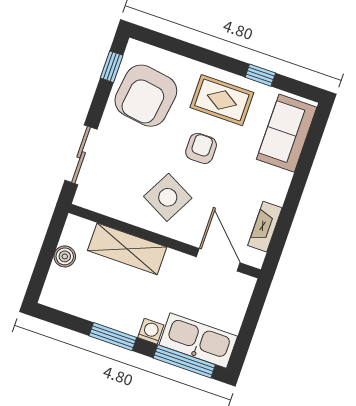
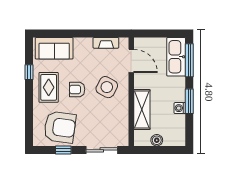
window: (112, 67) -> (63, 150), moved
side table: (168, 197) -> (107, 87), moved
door: (218, 260) -> (131, 61), swing flipped
washing machine: (151, 331) -> (180, 108), moved

